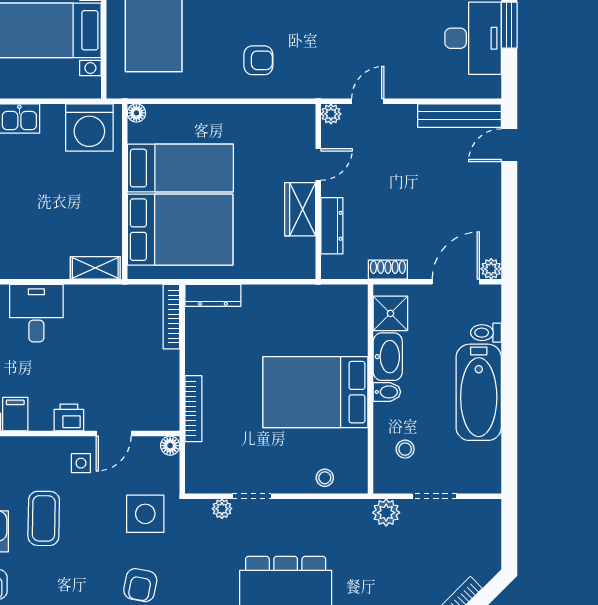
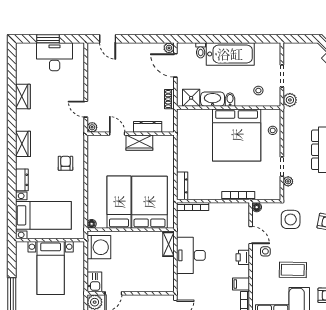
bench: (460, 116) -> (93, 64), removed
desk: (36, 313) -> (191, 255), moved, width x1.37
bed: (315, 392) -> (237, 135), width x1.36

